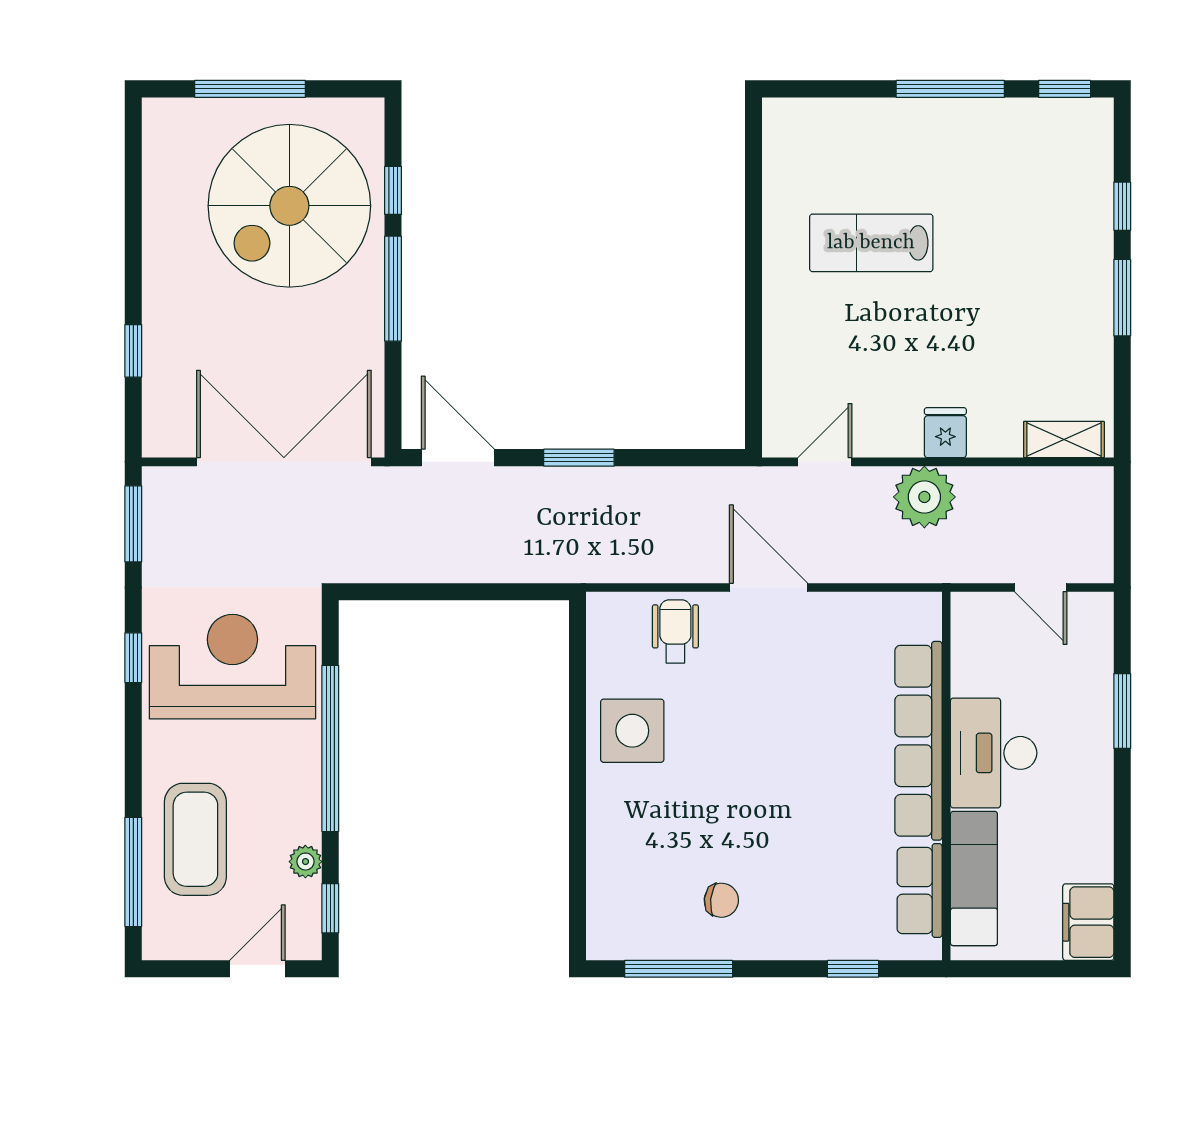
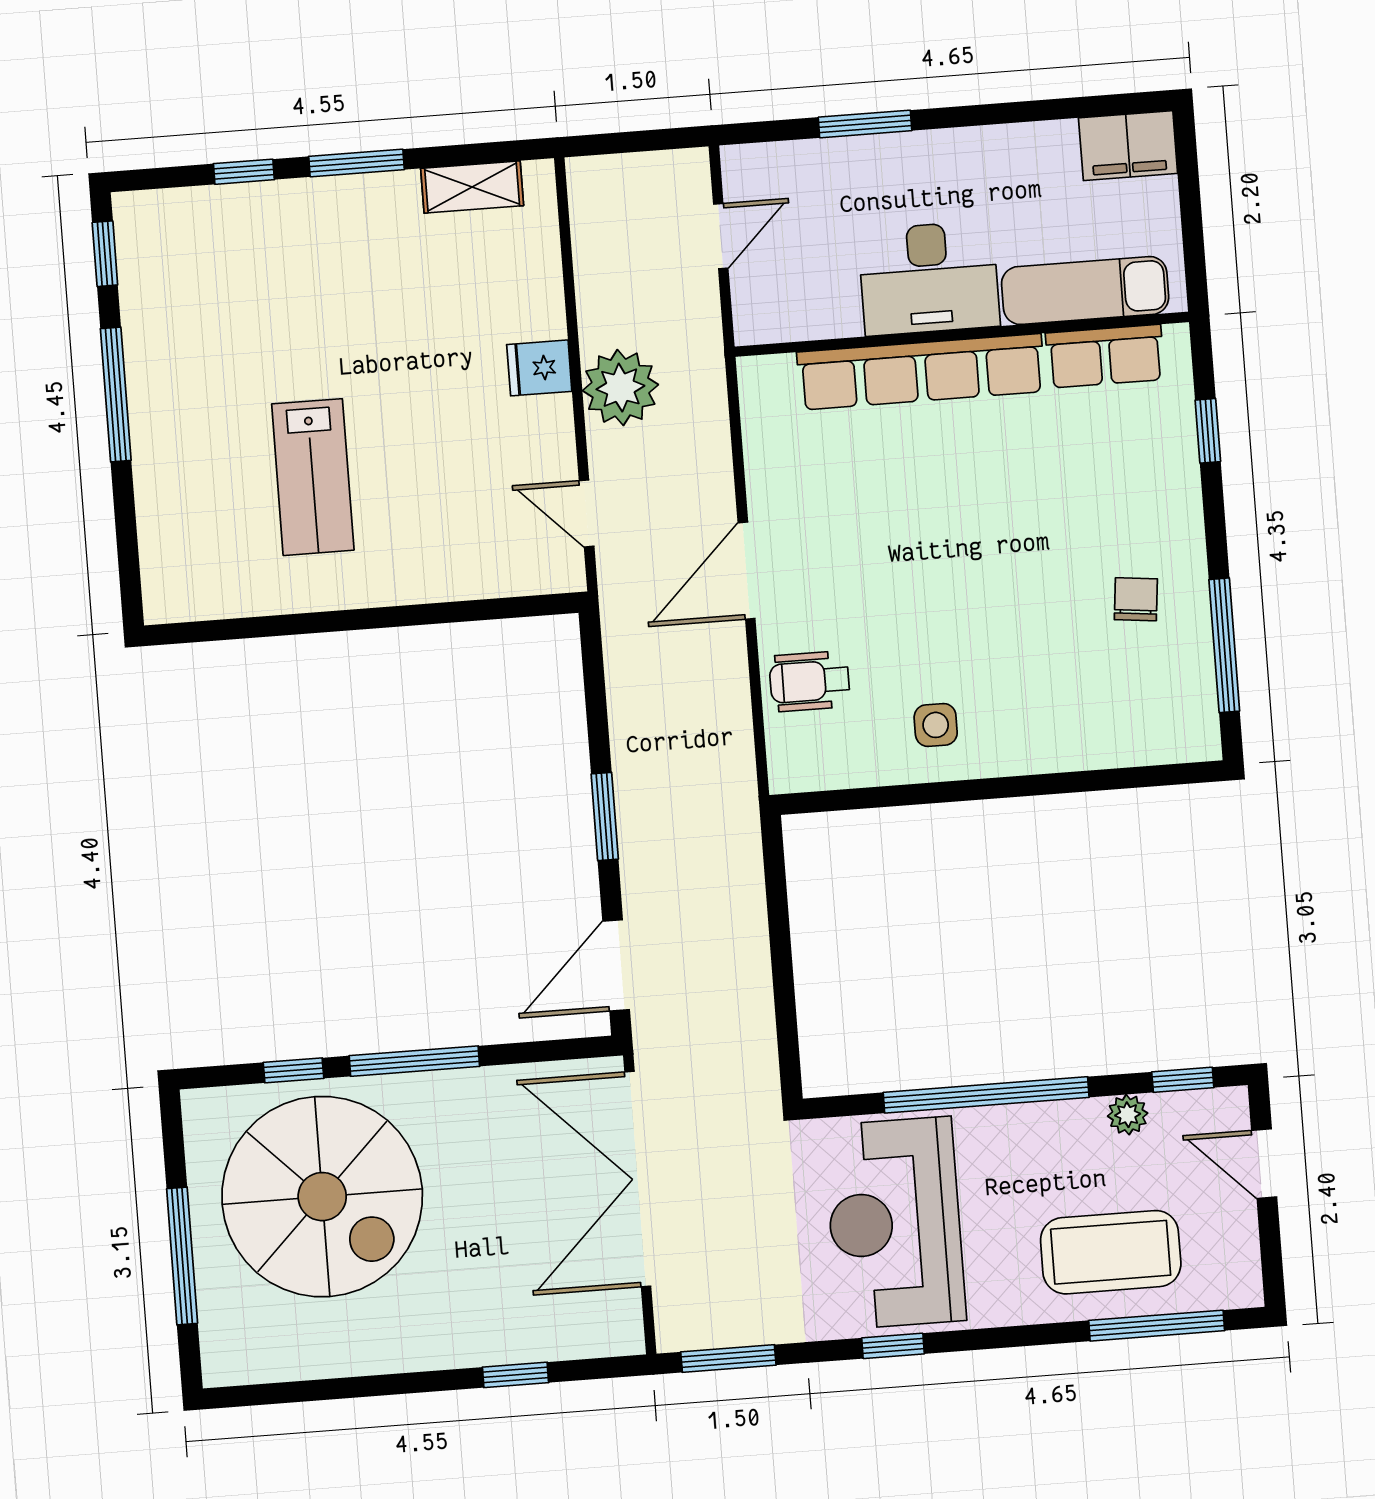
shelving: (1064, 439) -> (472, 187), moved, turned 90
side table: (632, 731) -> (936, 725), width x0.54, depth x0.54

